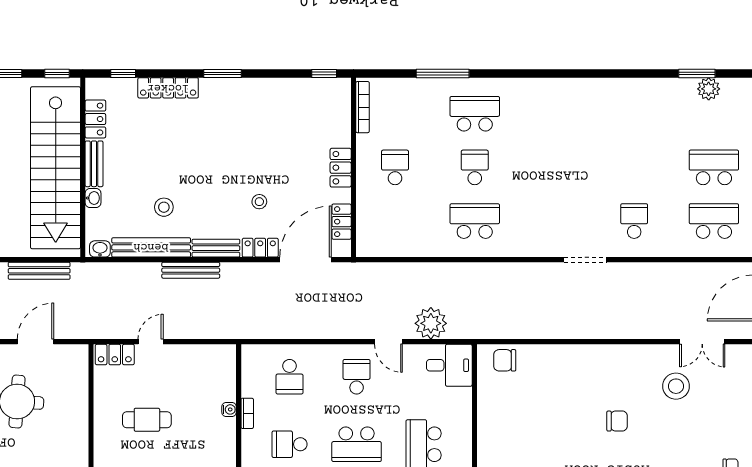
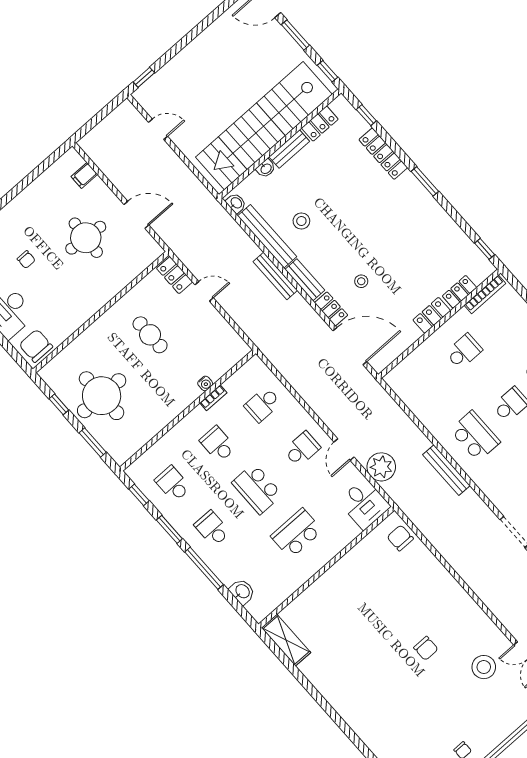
locker: (342, 222) -> (460, 292), moved
bench: (39, 271) -> (446, 470), moved

